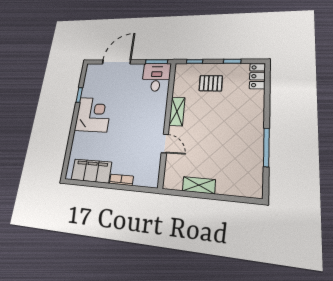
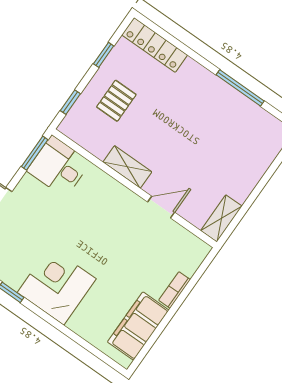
locker: (257, 76) -> (155, 45), width x1.53
shelving: (199, 185) -> (221, 218), moved

